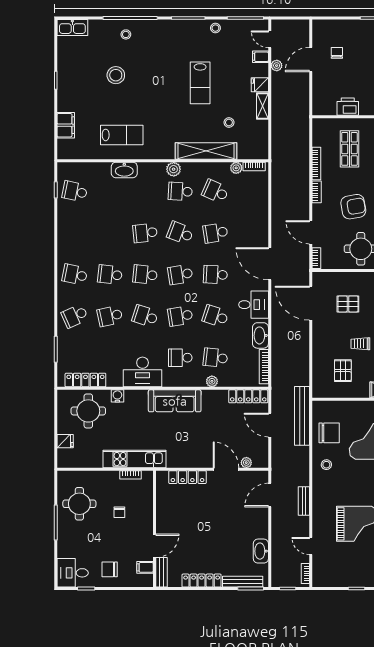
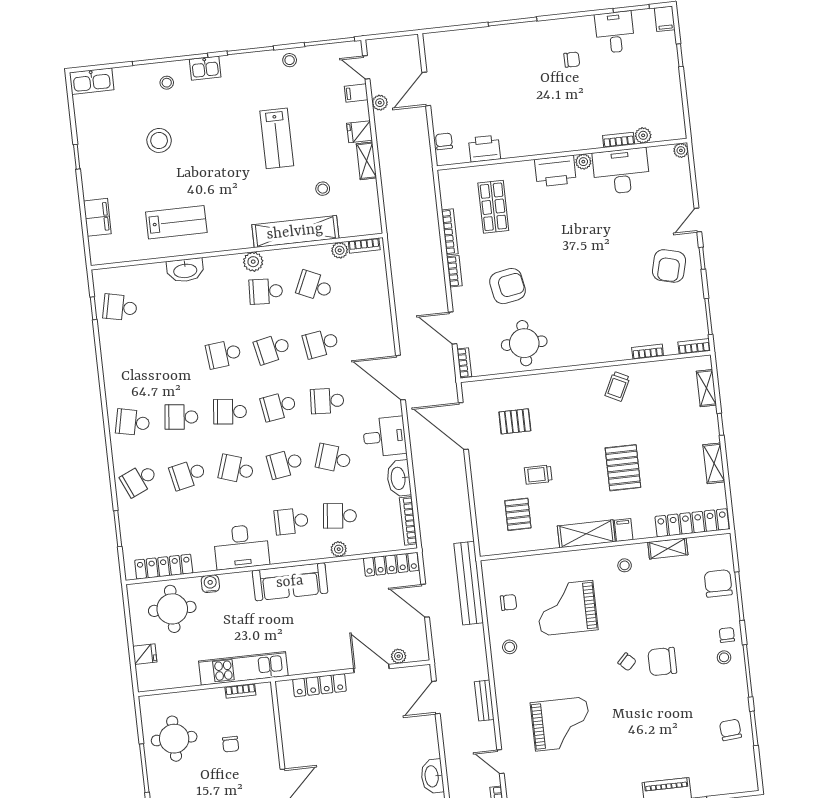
kitchen sink: (154, 27) -> (205, 68), added
chair: (337, 53) -> (444, 141), moved
school desk: (180, 233) -> (272, 349), turned -33
chair: (329, 433) -> (508, 602), width x0.54, depth x0.54

